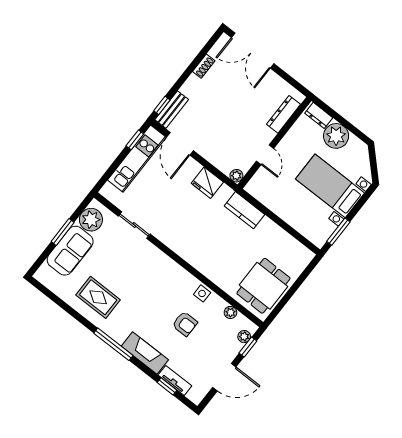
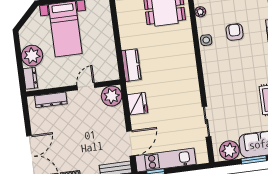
plant: (236, 176) -> (112, 96), width x1.88, depth x1.88

